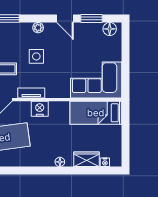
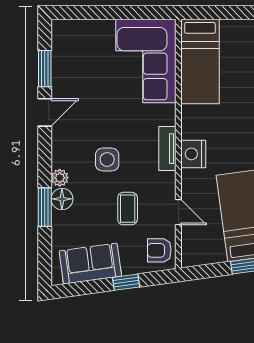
plant: (38, 28) -> (60, 178), moved
floor lamp: (110, 29) -> (62, 199), moved
tv unit: (31, 93) -> (167, 149), moved

